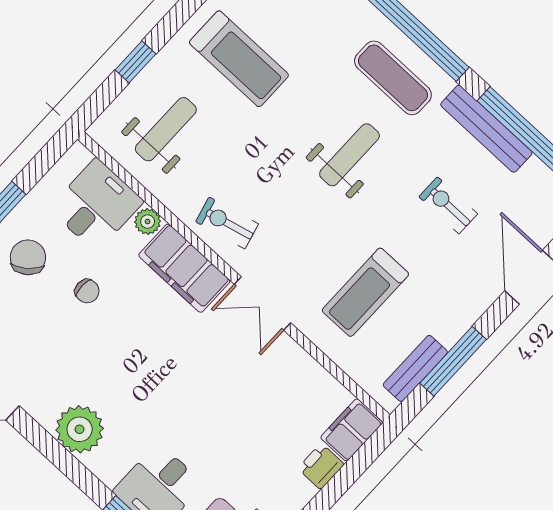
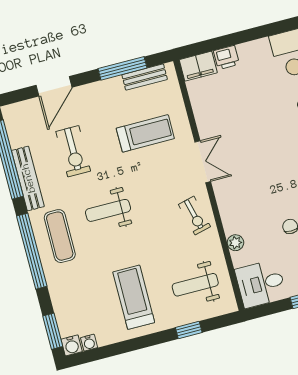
desk: (96, 205) -> (261, 284), moved
exercise bike: (448, 205) -> (73, 151), width x1.38, depth x1.39
filing cabinet: (184, 268) -> (232, 206), removed

